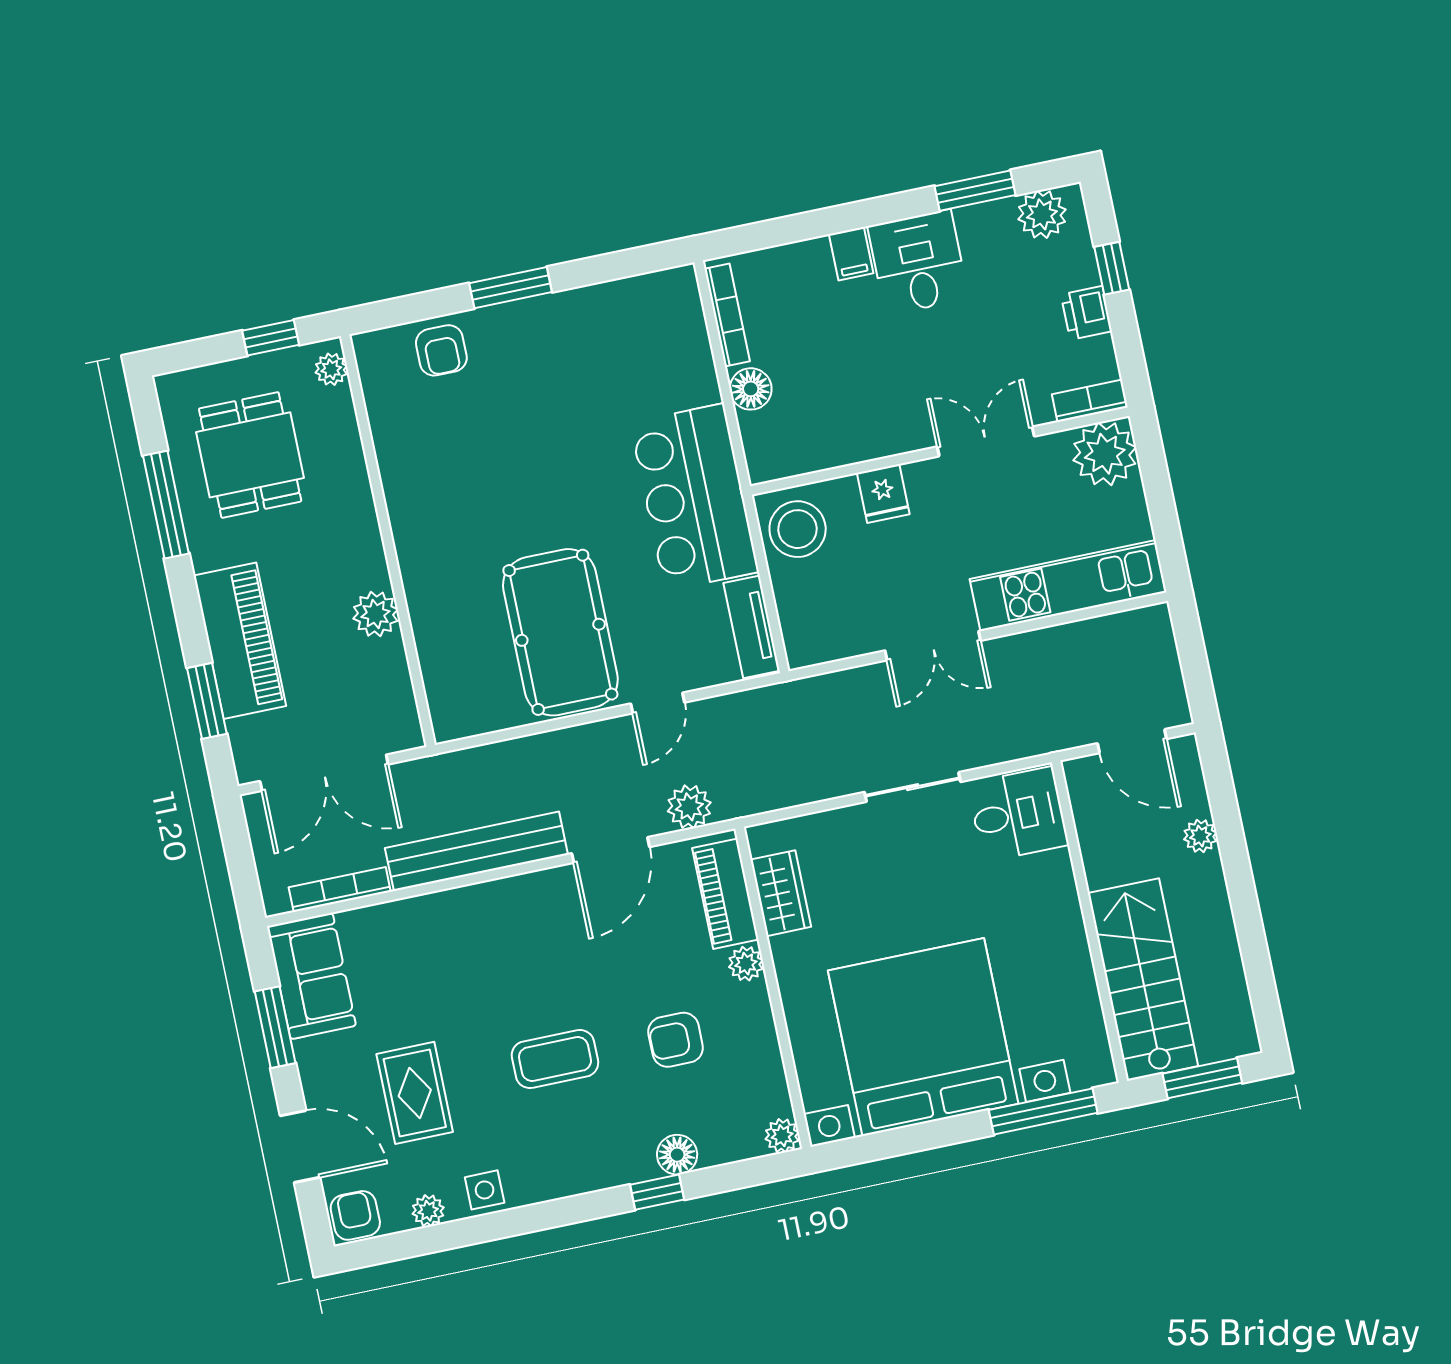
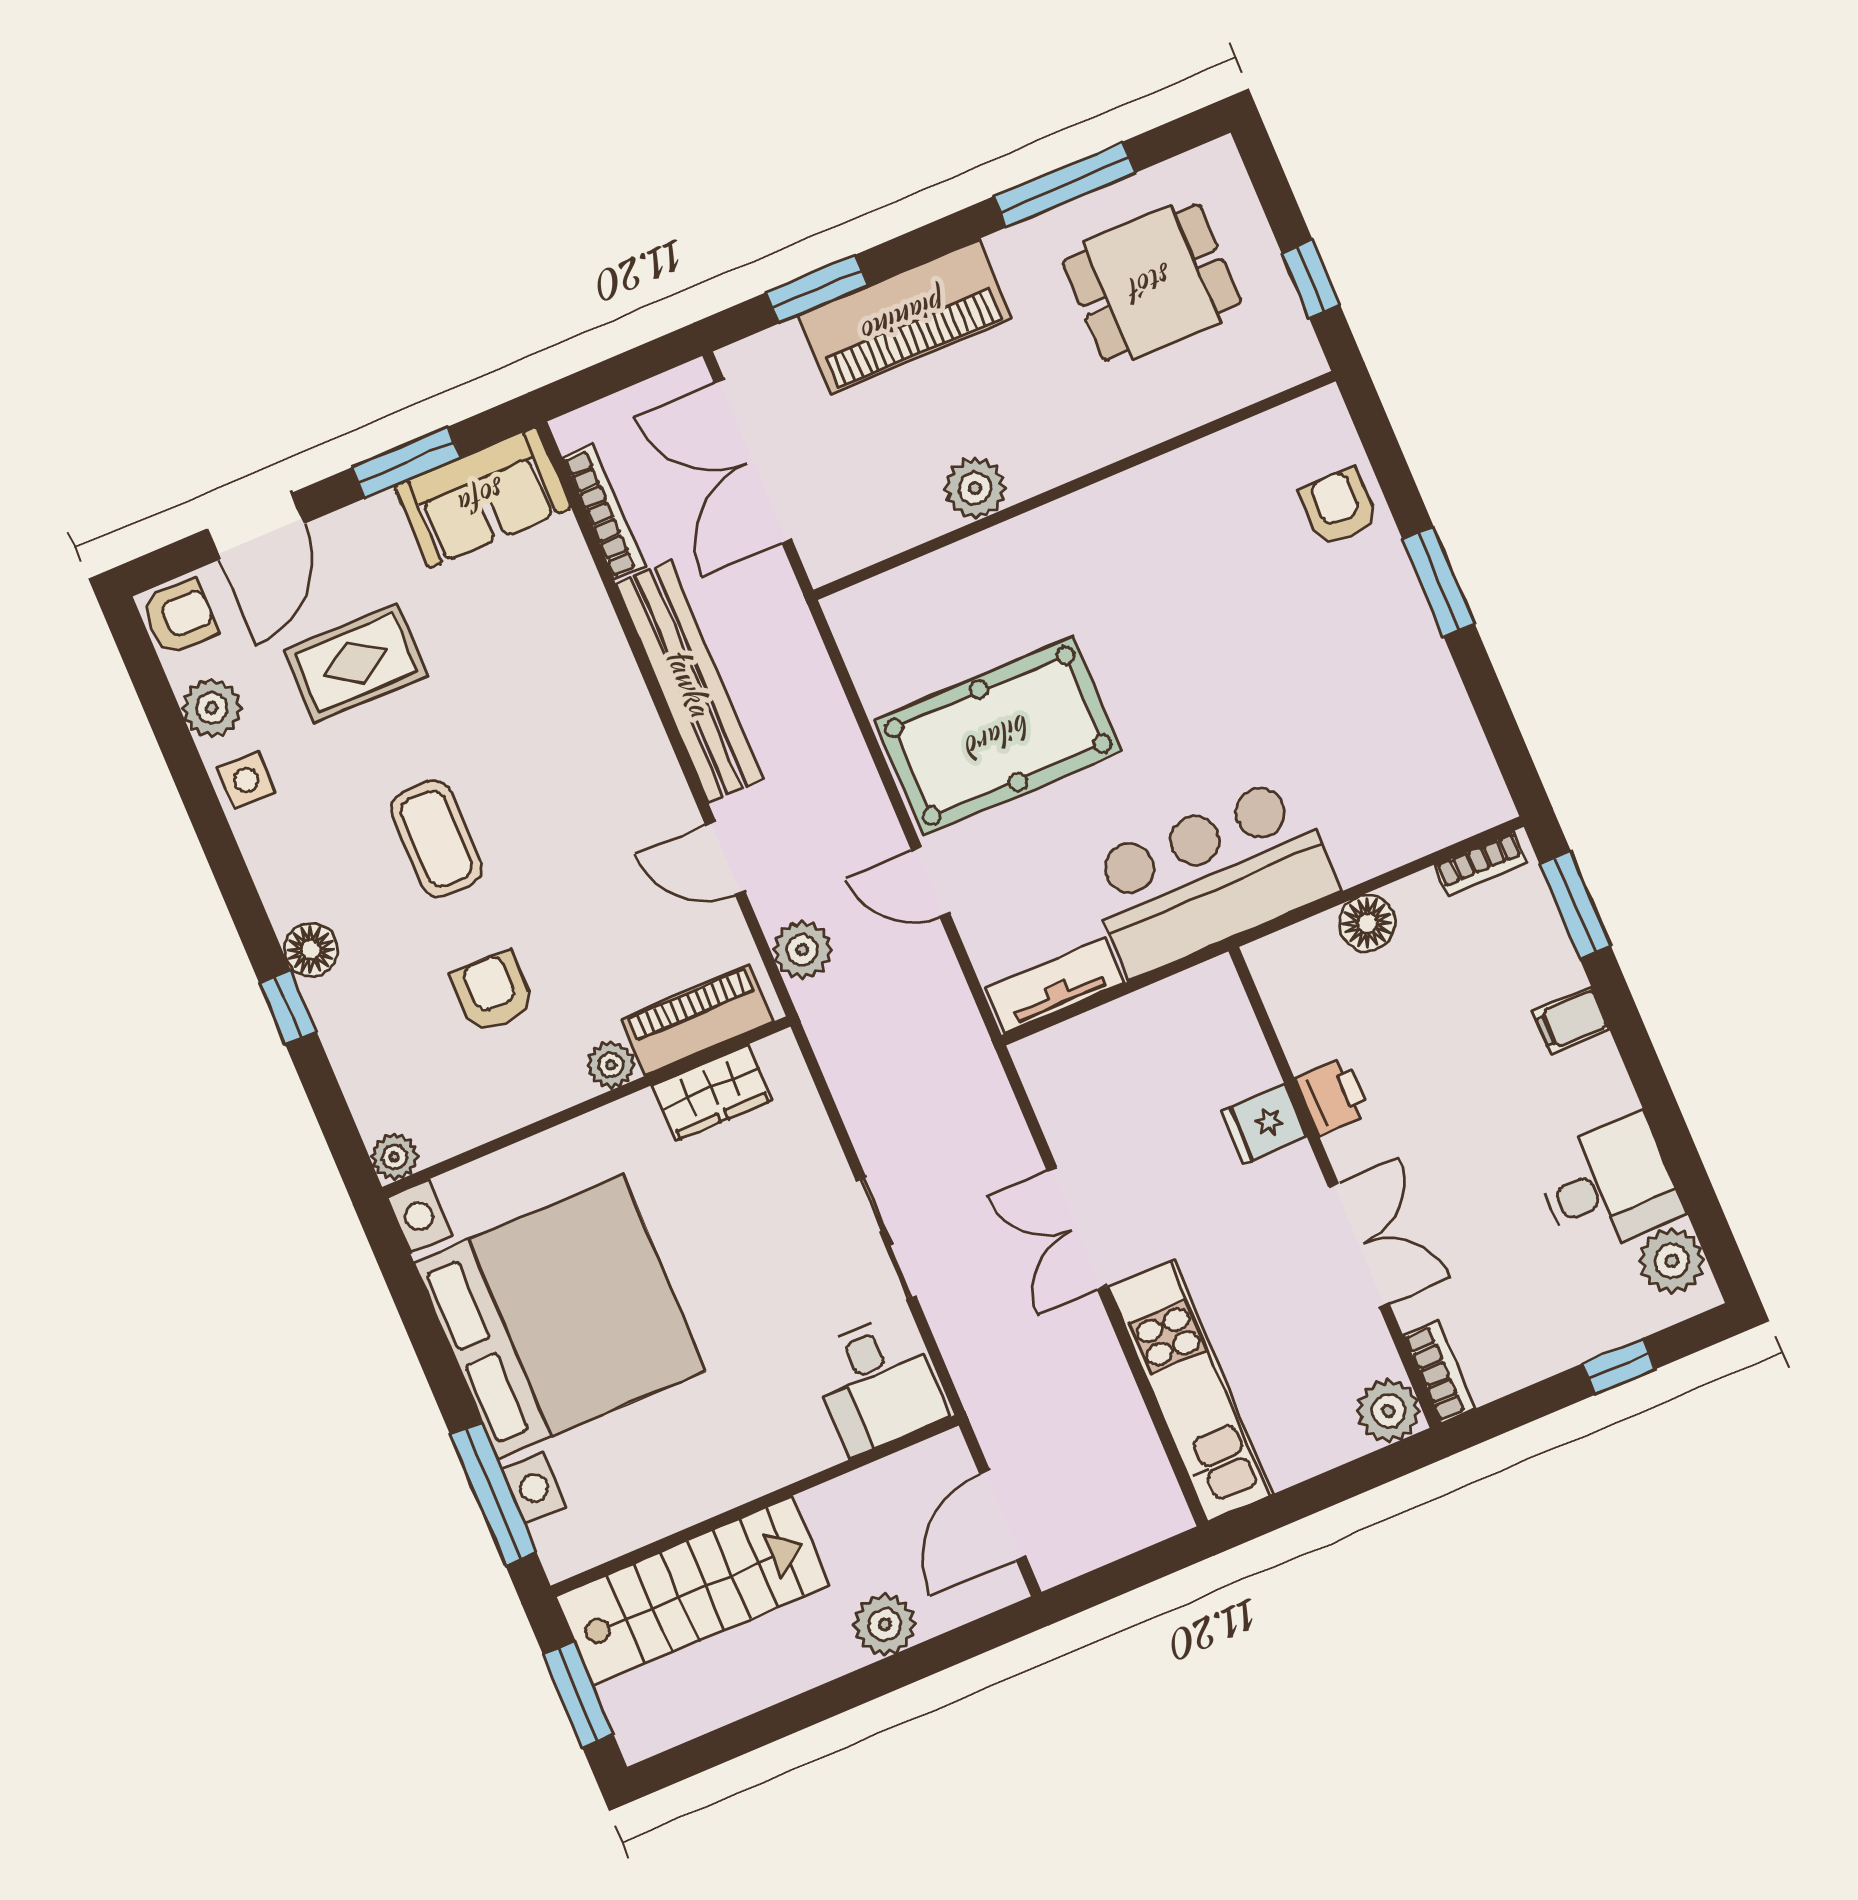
window: (975, 191) -> (1575, 905), moved
desk: (918, 262) -> (1608, 1185), moved
printer: (1086, 313) -> (1333, 1096), moved, turned 90
bookcase: (727, 315) -> (1481, 864), width x0.64
armchair: (441, 350) -> (1338, 507), turned 90
plant: (331, 369) -> (1285, 367), removed
plant: (1105, 454) -> (1388, 1411), width x0.73, depth x0.73
stool: (798, 529) -> (1195, 1021), removed
plant: (1200, 836) -> (885, 1625), width x1.38, depth x1.38
door: (611, 850) -> (725, 858), width x0.73
floor lamp: (677, 1155) -> (311, 950), moved
plant: (428, 1211) -> (212, 708), width x1.38, depth x1.38

